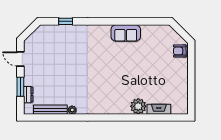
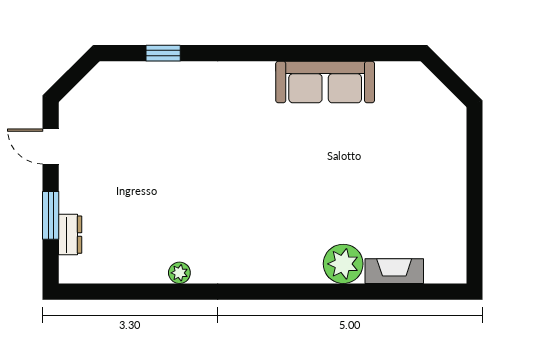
sofa: (126, 33) -> (325, 82), width x1.36
armchair: (180, 51) -> (446, 126), removed
bench: (50, 110) -> (125, 272), removed

